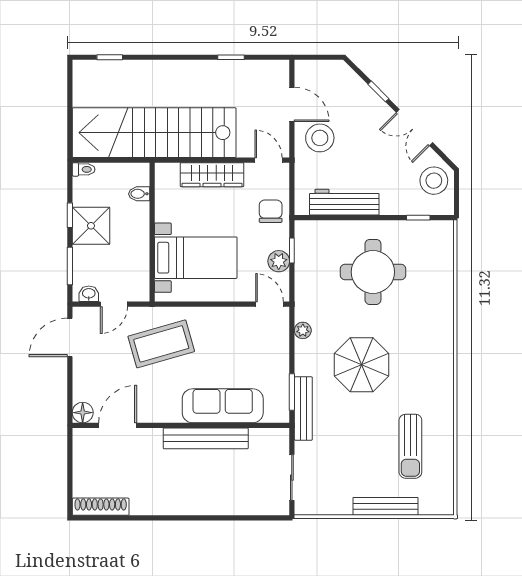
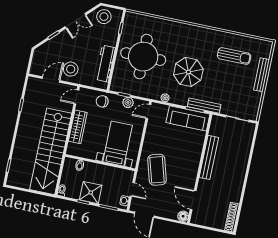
round table: (373, 272) -> (143, 57), width x1.36, depth x1.36
sofa: (223, 406) -> (188, 118), moved, turned -90

